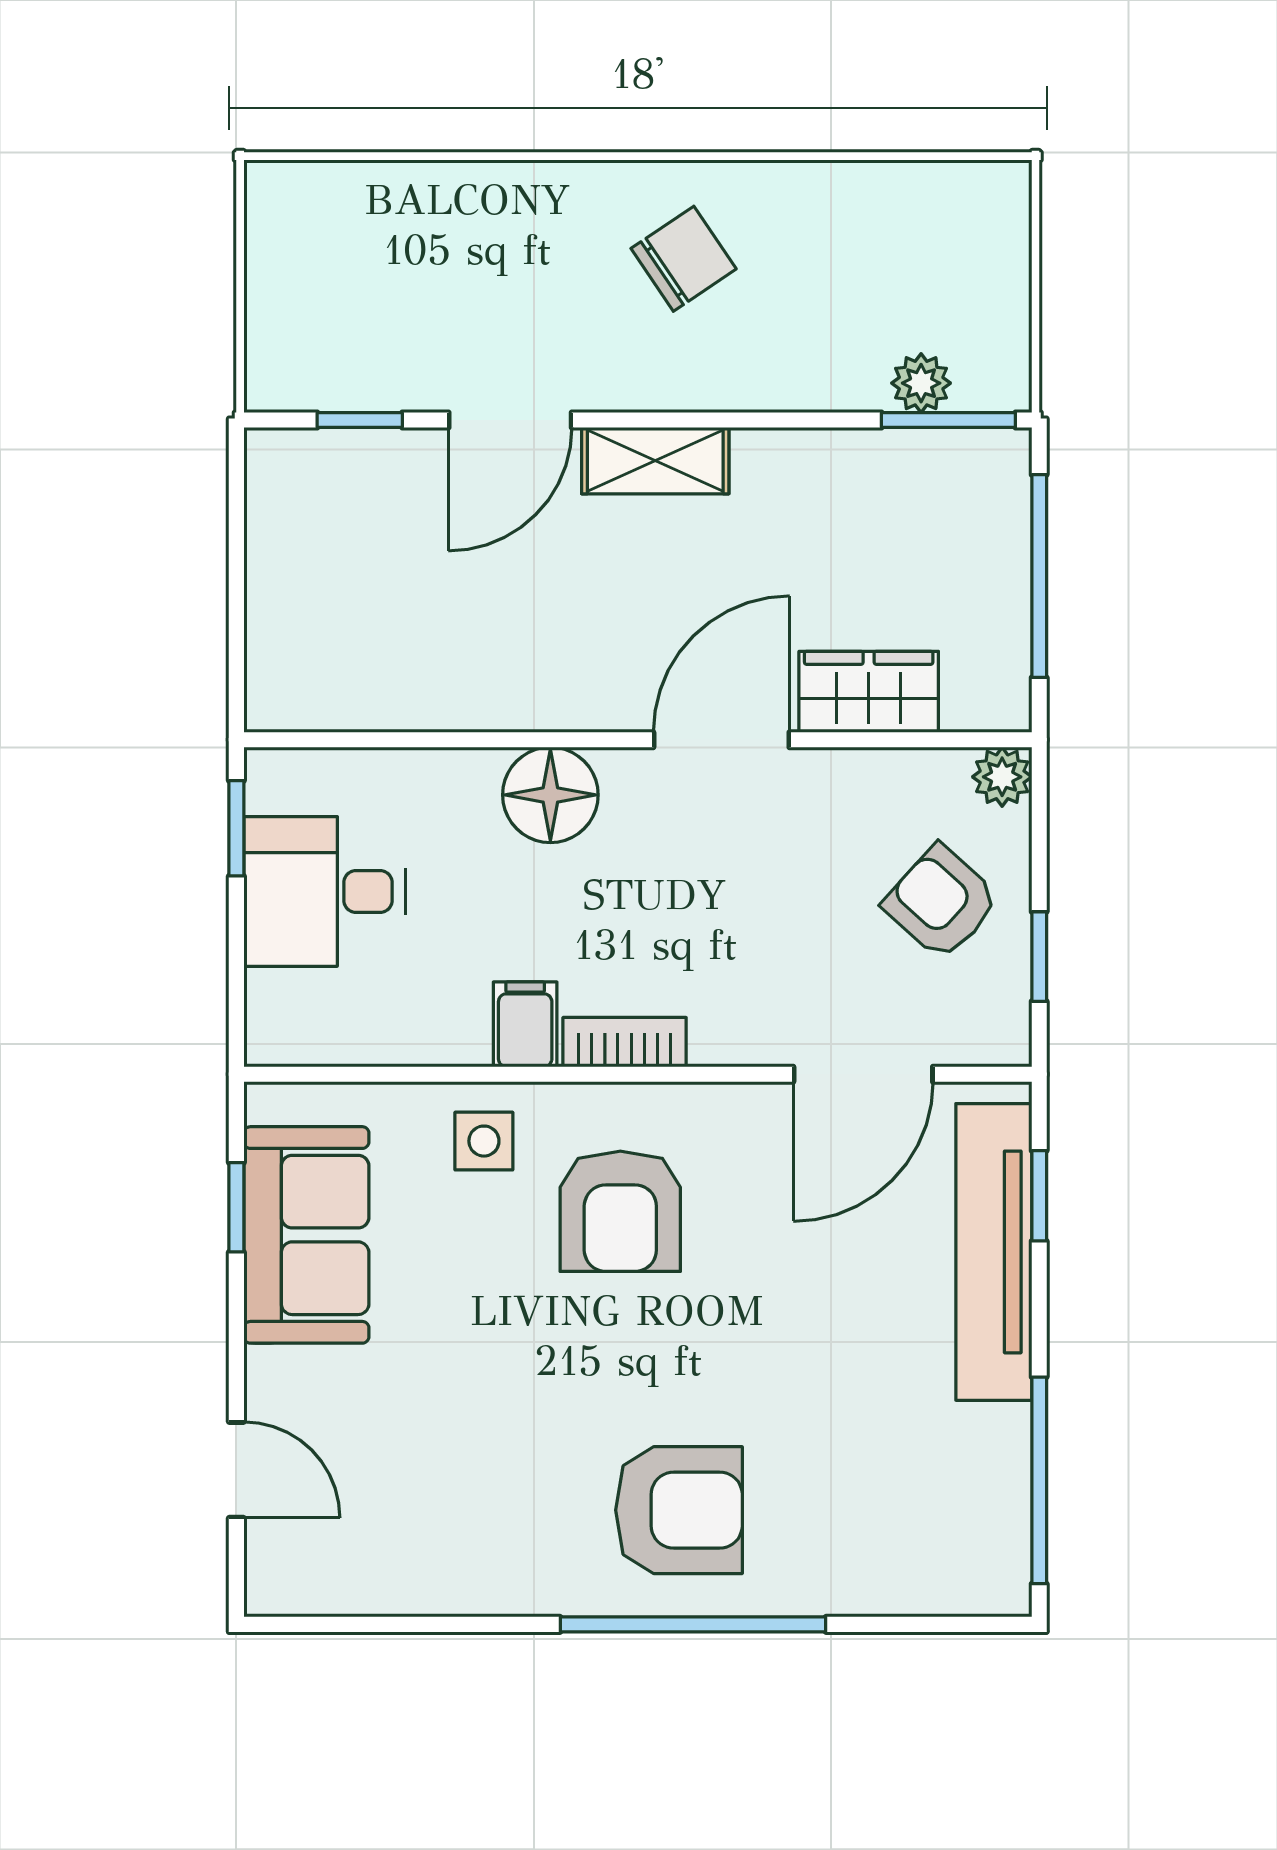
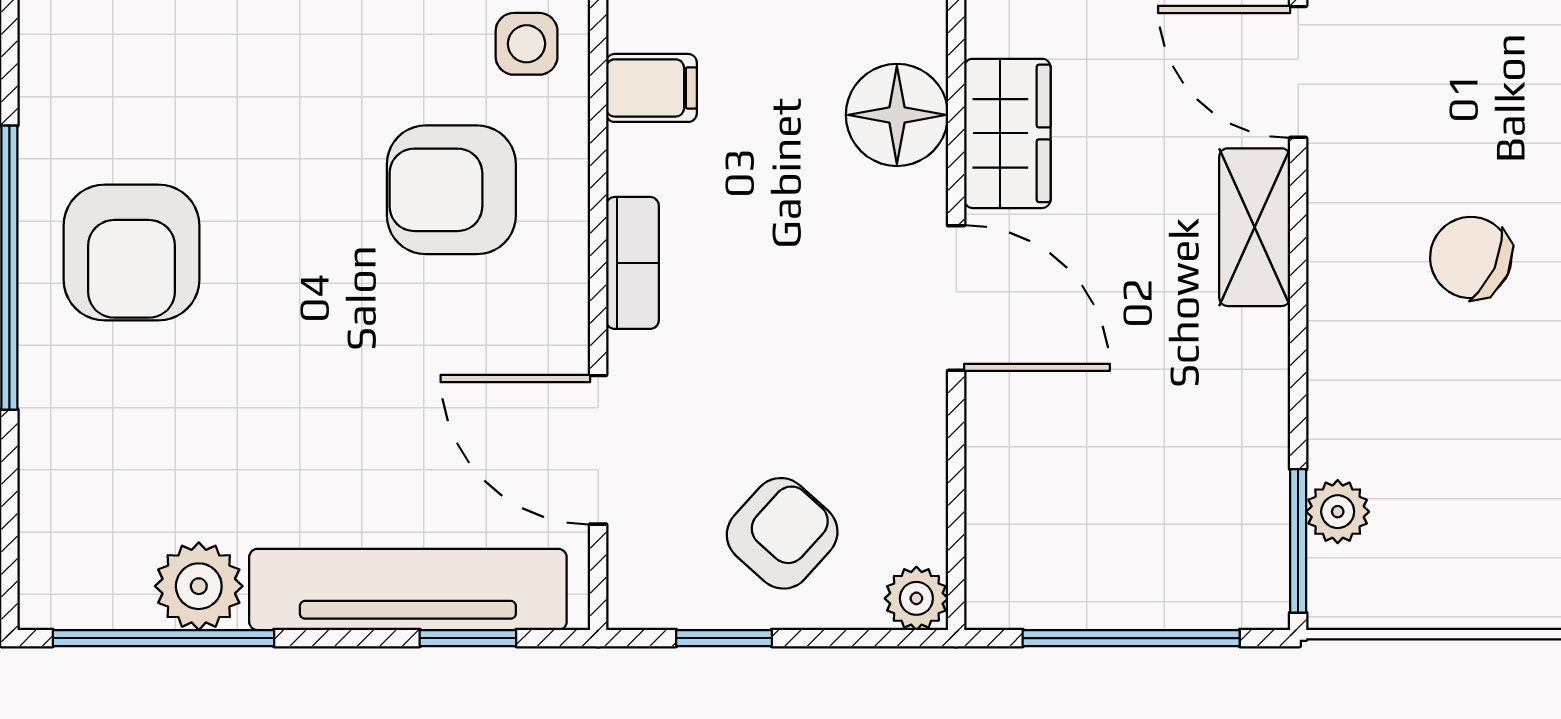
chair: (684, 259) -> (1471, 257), turned 148
wardrobe: (869, 692) -> (1007, 133), moved
bookcase: (625, 1042) -> (632, 263), moved
plant: (991, 1447) -> (199, 586), added

